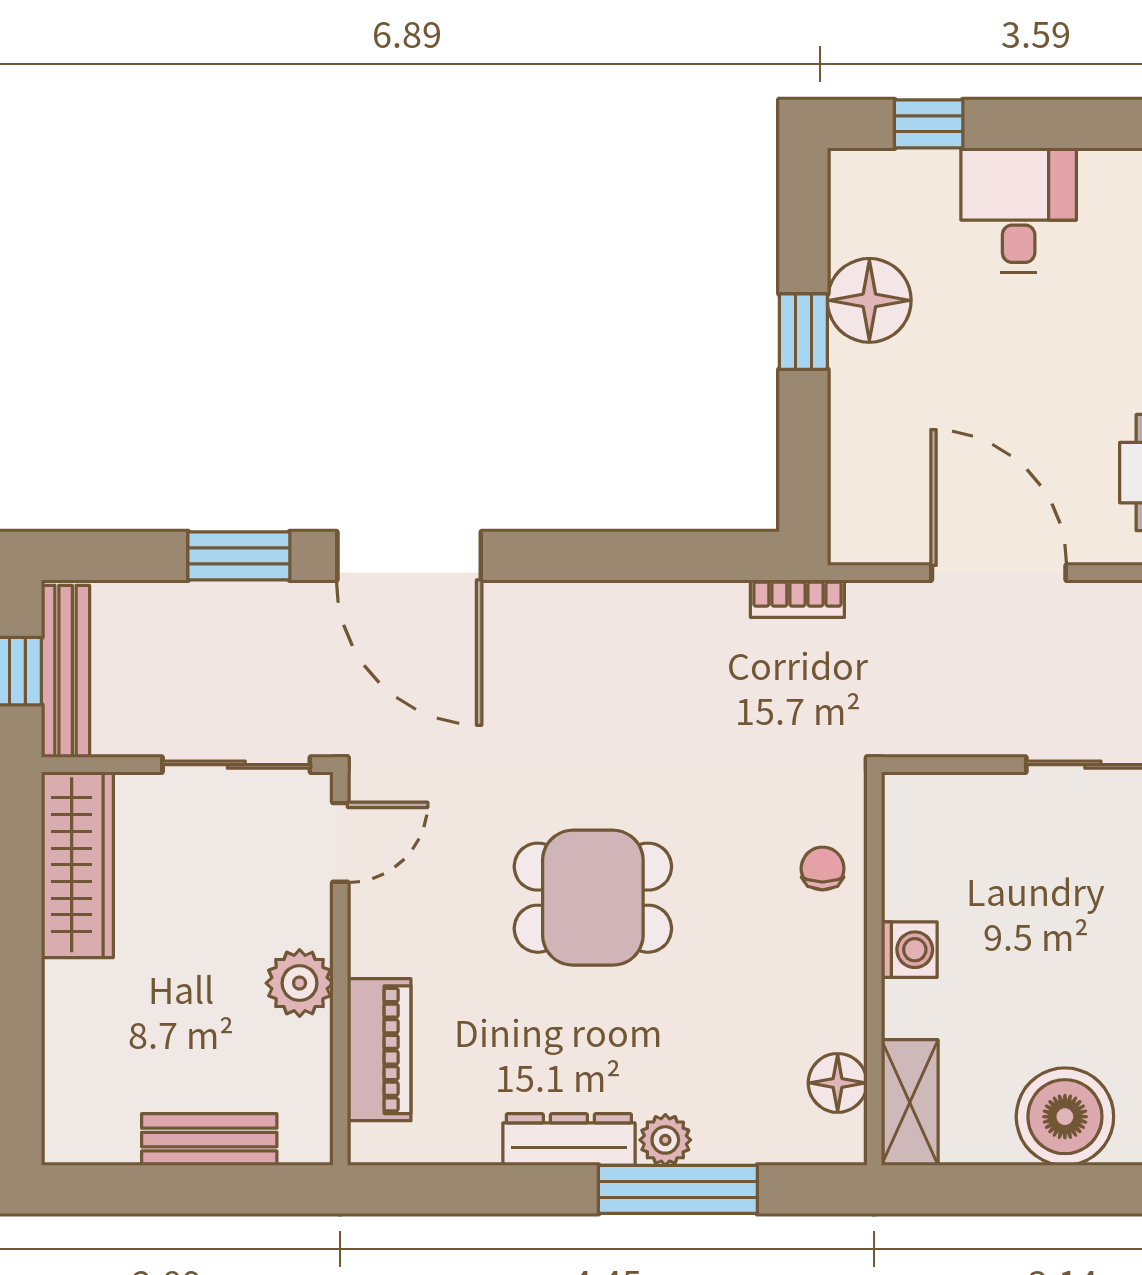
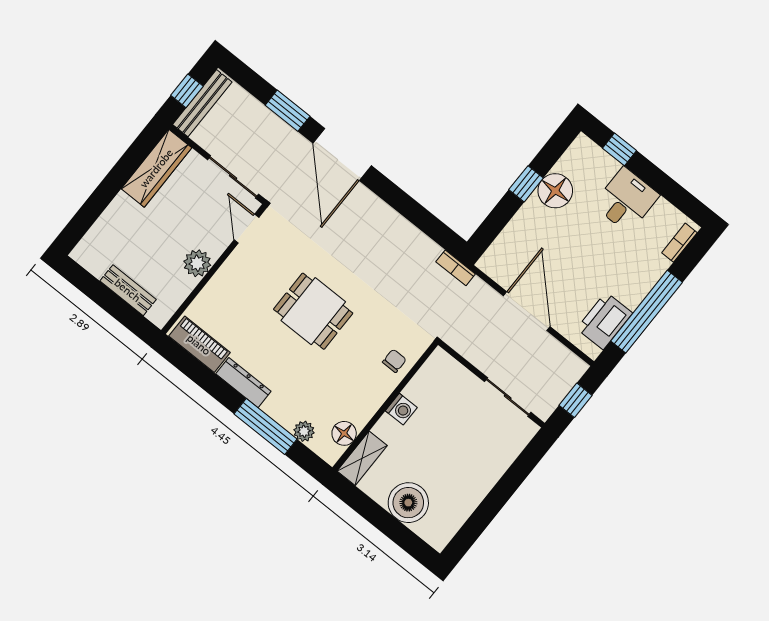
door: (340, 842) -> (246, 229), swing flipped
piano: (379, 1050) -> (199, 344), moved, turned -90
plant: (665, 1140) -> (304, 431), moved

